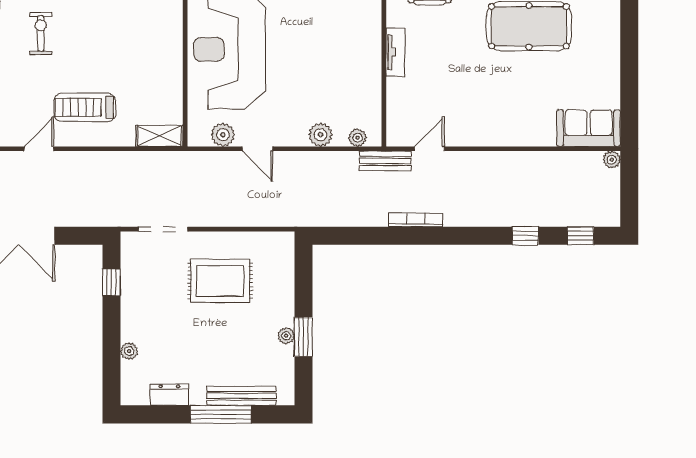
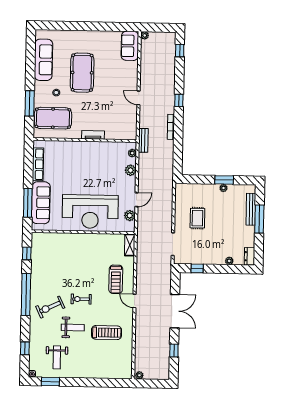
door: (429, 149) -> (138, 98), moved
window: (525, 236) -> (179, 100), moved
rug: (220, 281) -> (197, 218), width x0.73, depth x0.70
dresser: (169, 395) -> (250, 256), moved

